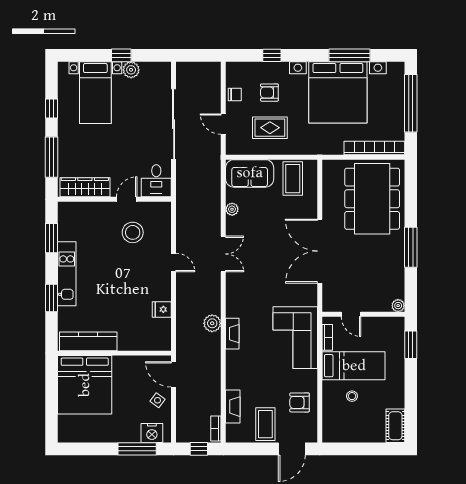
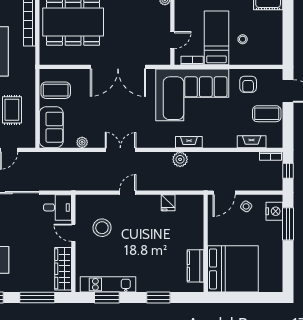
kitchen unit: (67, 274) -> (108, 284), moved
corner sofa: (295, 338) -> (192, 95), width x1.36, depth x1.36
kitchen counter: (88, 341) -> (196, 266), width x0.67

